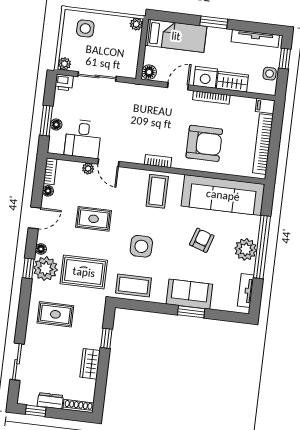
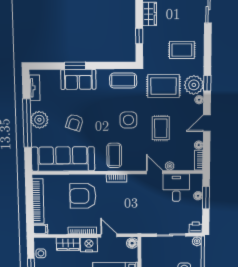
door: (178, 86) -> (109, 236), swing flipped
rug: (94, 219) -> (161, 128), turned 90
side table: (141, 246) -> (128, 120), moved

